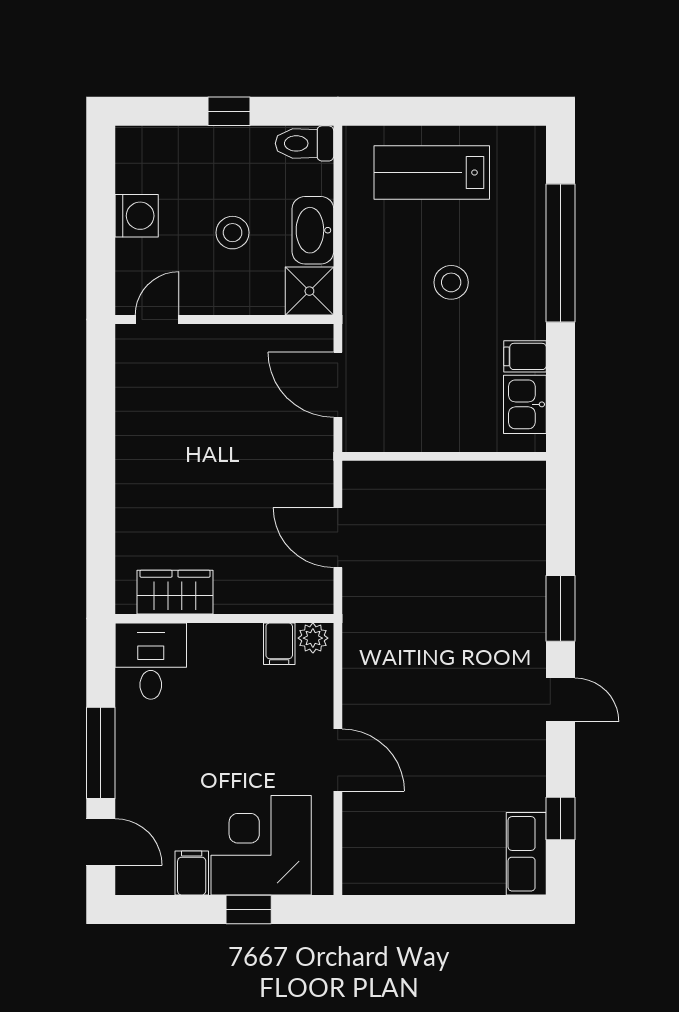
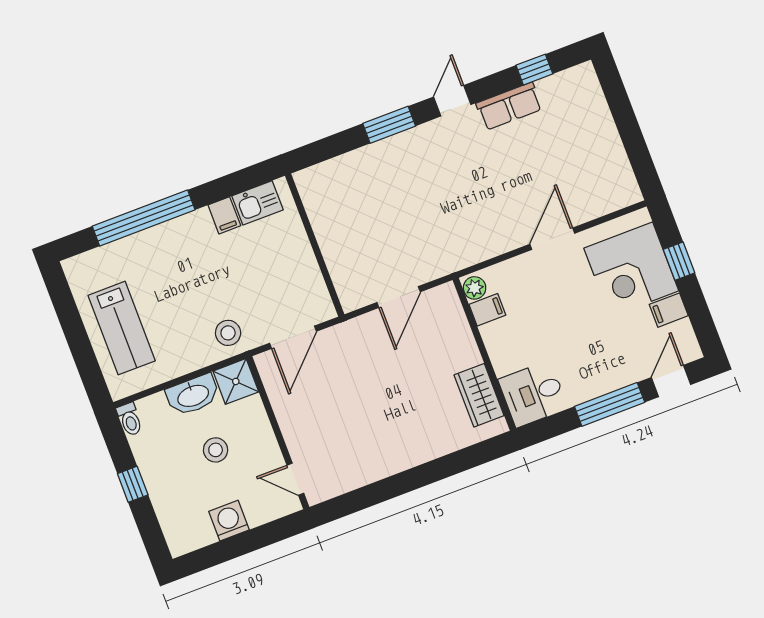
toilet: (304, 143) -> (130, 419), width x0.73, depth x0.72
stool: (451, 282) -> (228, 333), moved
row of seats: (526, 854) -> (509, 106), moved

